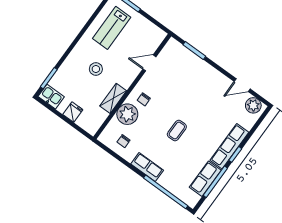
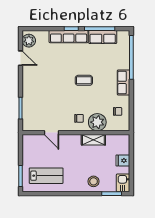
stool: (96, 69) -> (94, 181), moved

